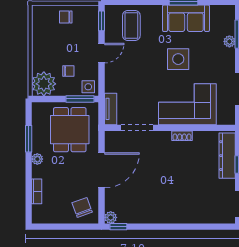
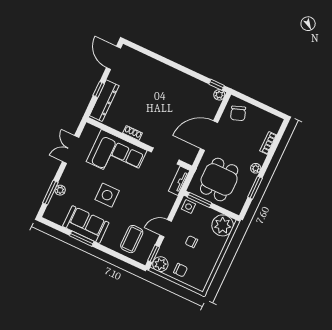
plant: (89, 13) -> (160, 264), added
chair: (68, 71) -> (191, 242), moved

